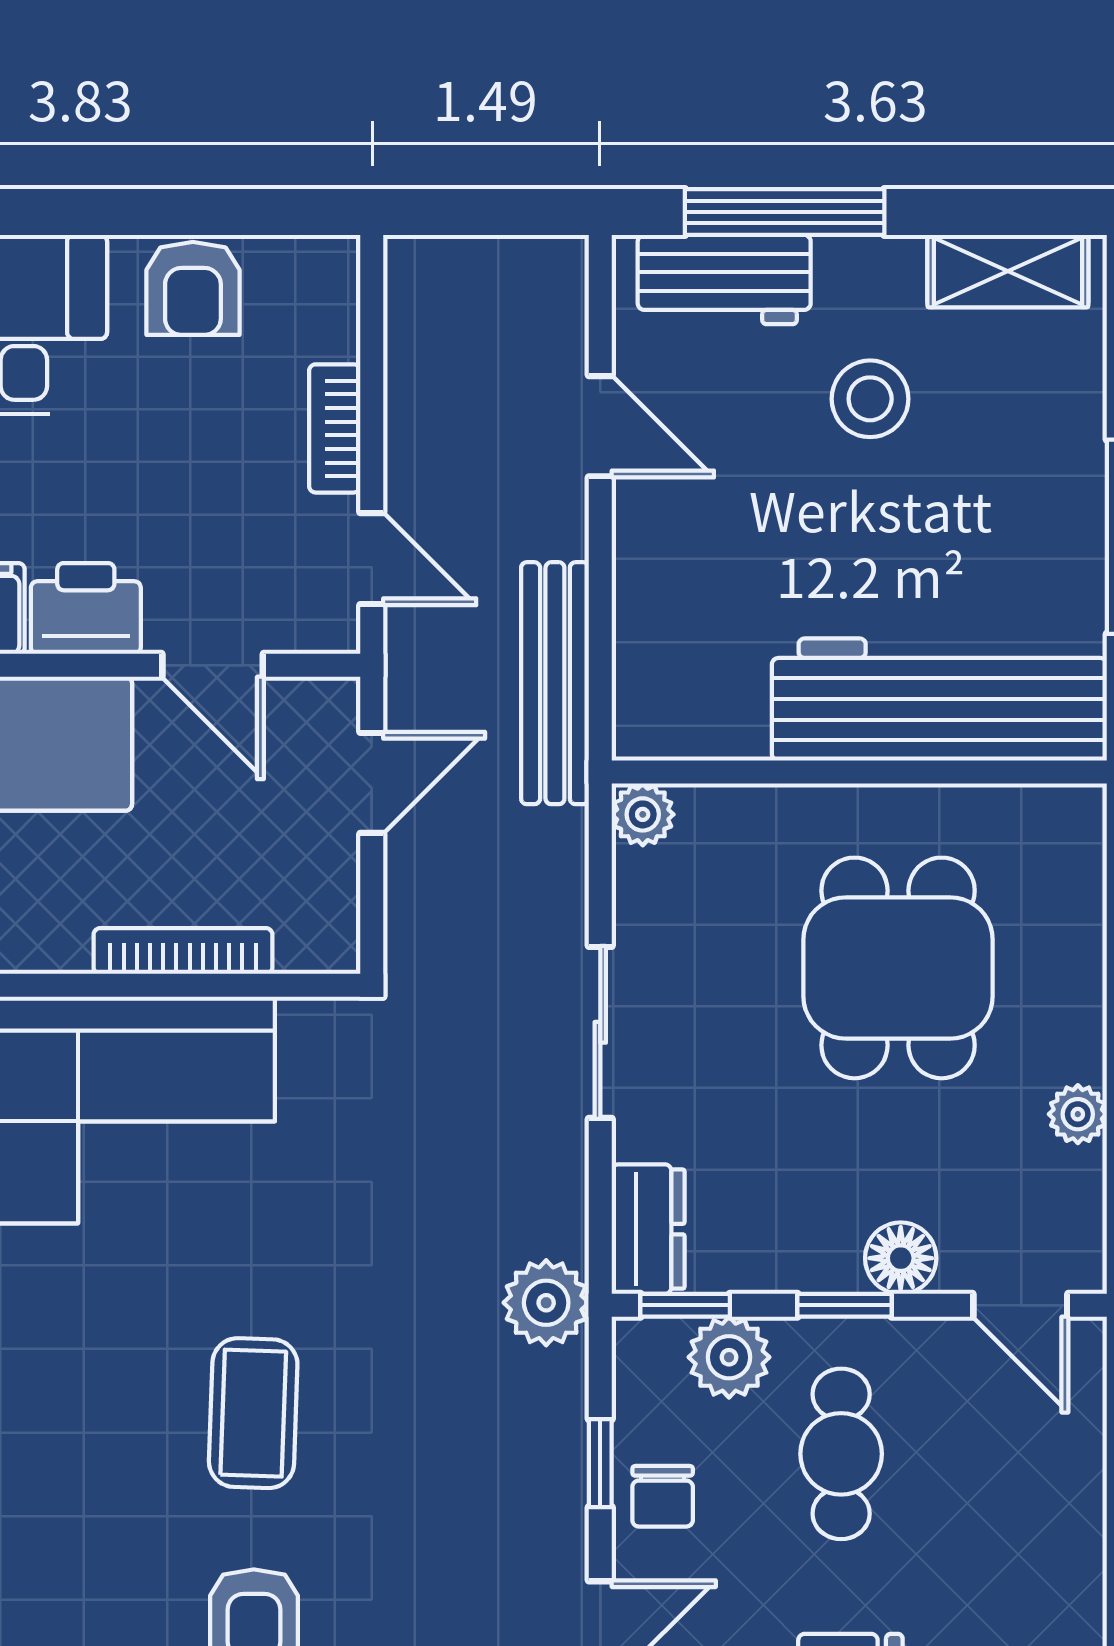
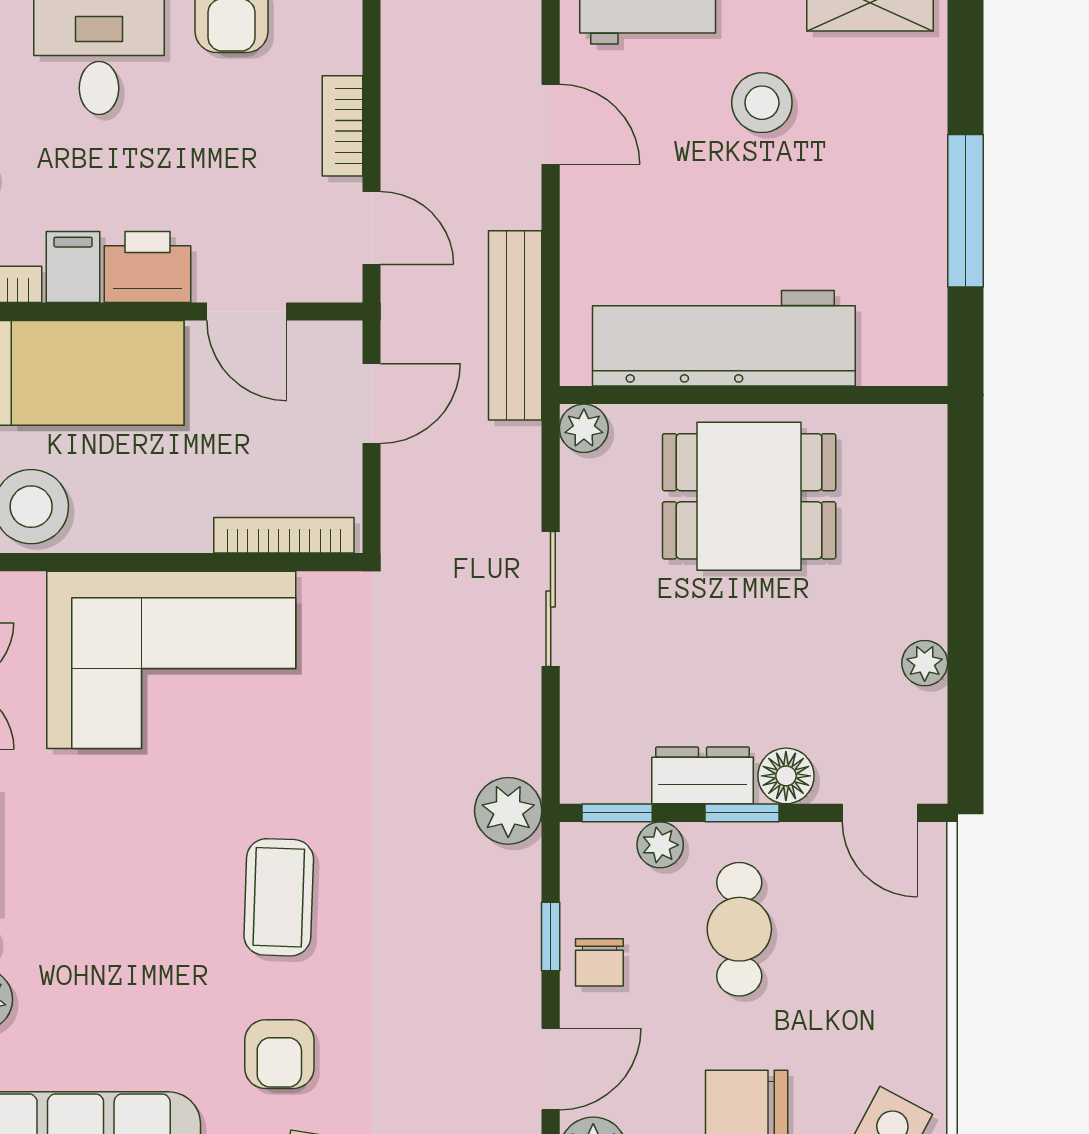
workbench: (939, 699) -> (724, 338), moved
bookcase: (183, 951) -> (284, 535), moved
dining table: (898, 968) -> (749, 496), moved, turned 90
dresser: (648, 1229) -> (702, 775), moved, turned -90
plant: (729, 1357) -> (660, 845), width x0.73, depth x0.73

